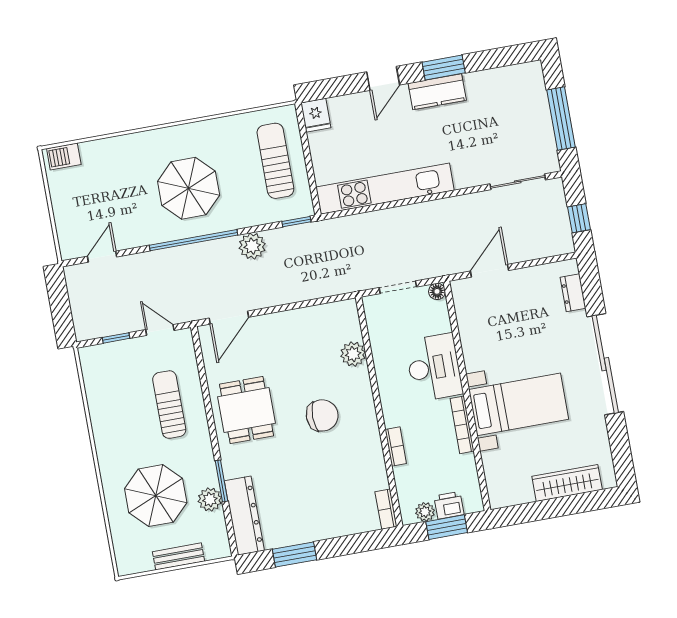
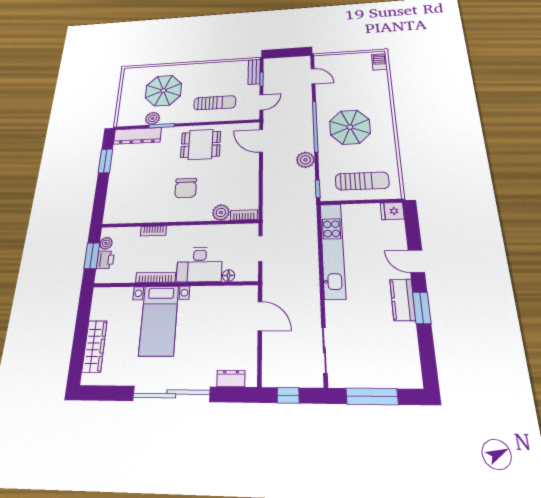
floor lamp: (437, 291) -> (229, 276), moved
bookcase: (386, 509) -> (244, 215), moved
bench: (179, 556) -> (254, 72), moved

